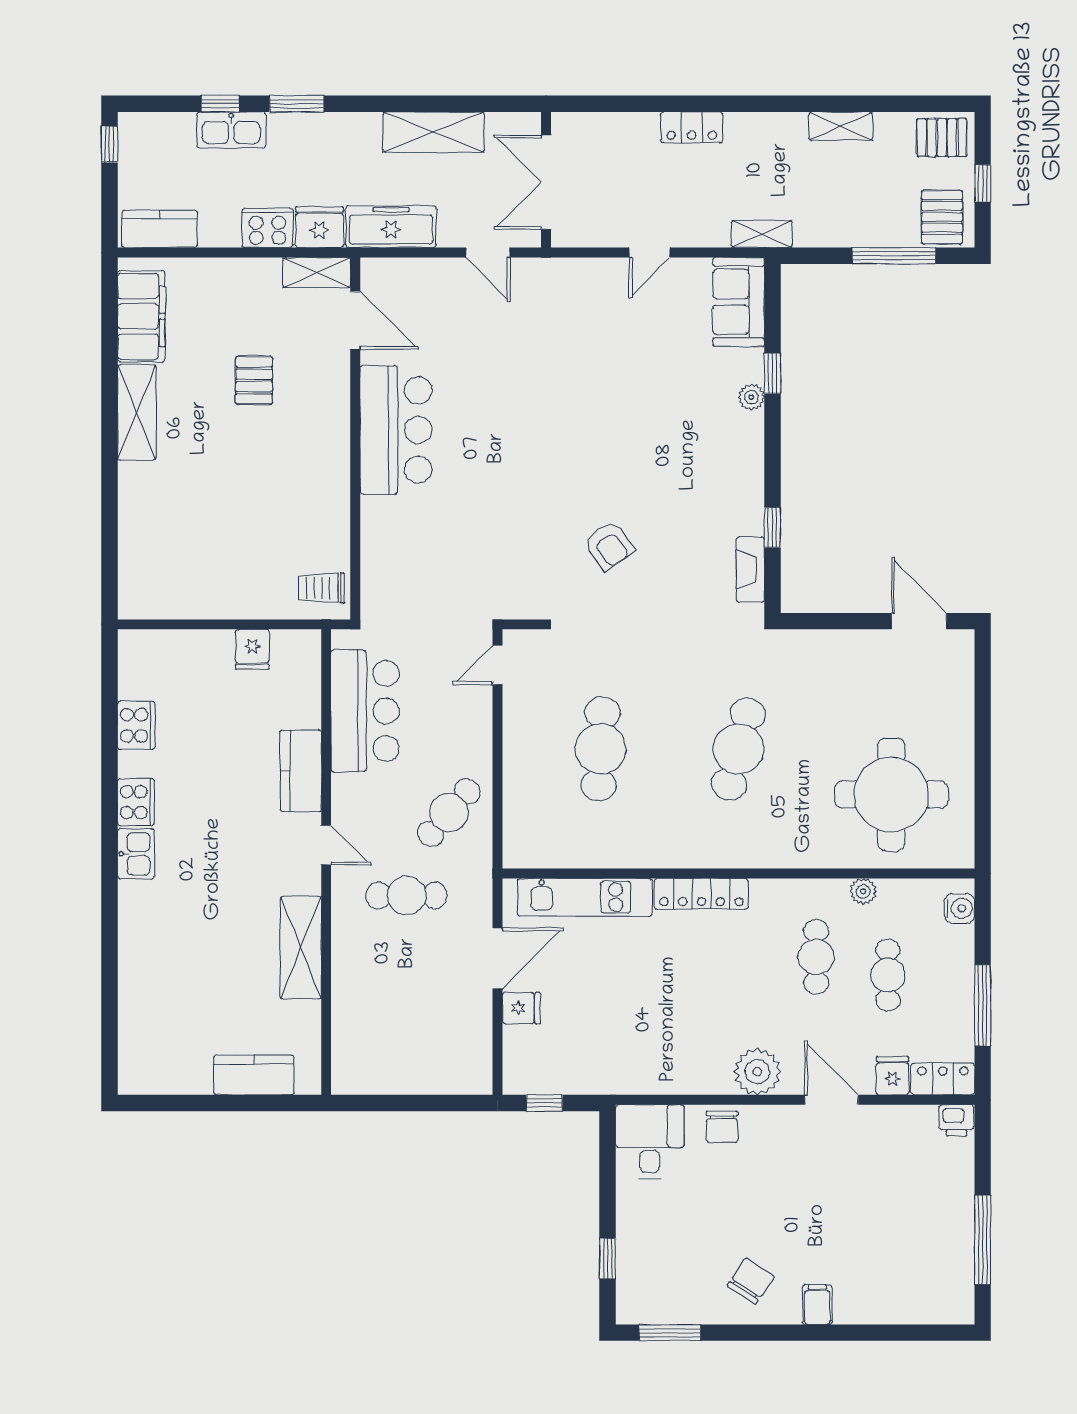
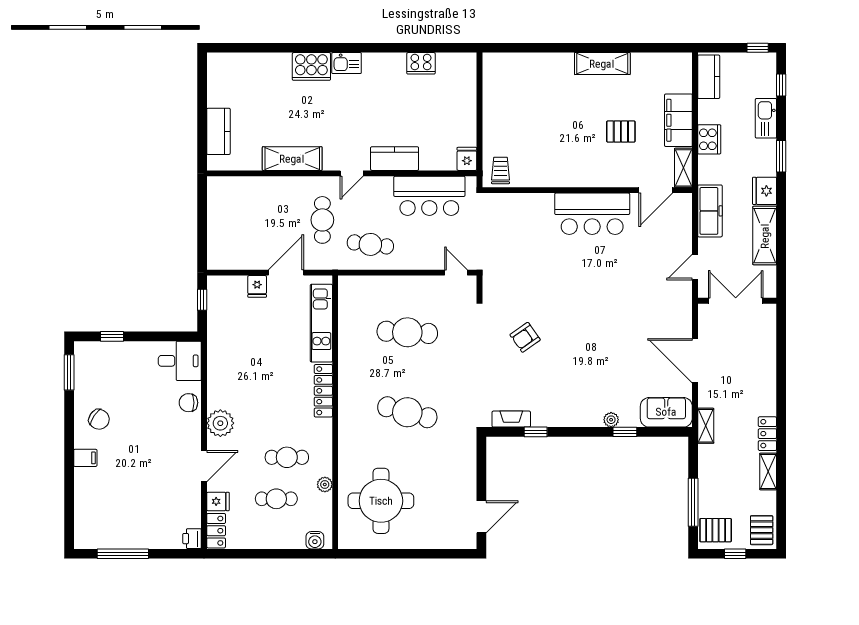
window: (220, 104) -> (781, 85), moved
locker: (692, 127) -> (767, 434), moved
fridge: (319, 227) -> (765, 191), moved, turned 180
door: (650, 252) -> (695, 361), width x1.87
filing cabinet: (141, 316) -> (678, 120), moved, turned 90
fridge: (252, 649) -> (467, 159), moved, turned 90
cooker: (136, 802) -> (311, 66), moved, width x1.37, depth x1.31
cafe table: (449, 813) -> (370, 244), turned -34
door: (498, 958) -> (286, 273), swing flipped
window: (983, 1005) -> (259, 554), removed

